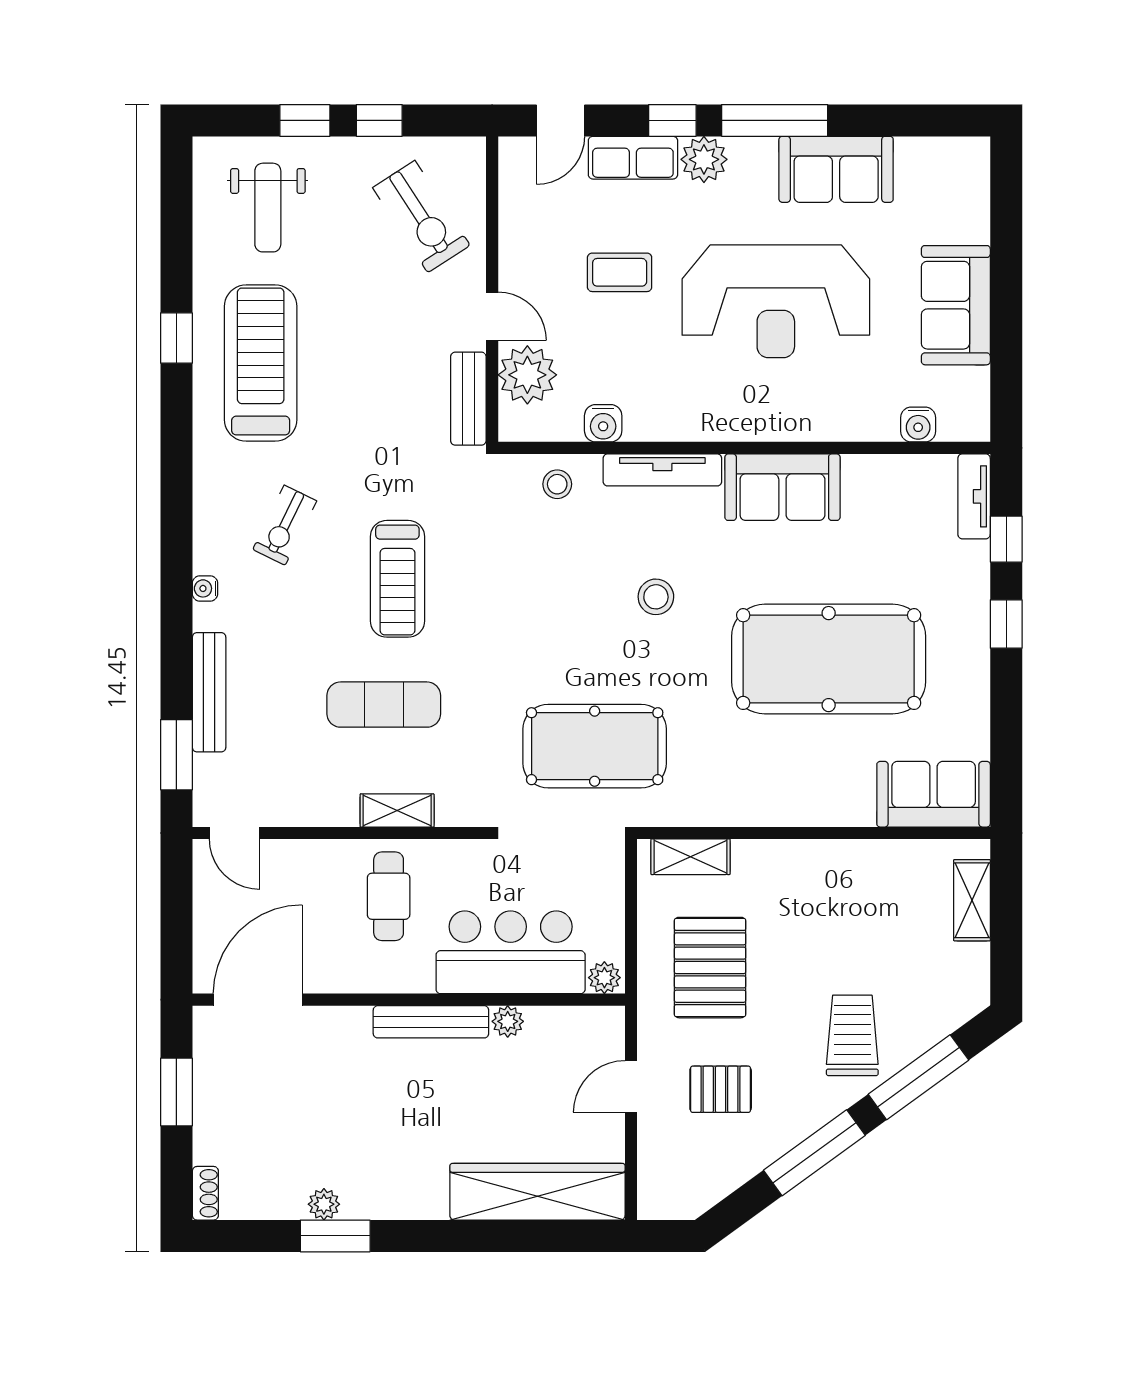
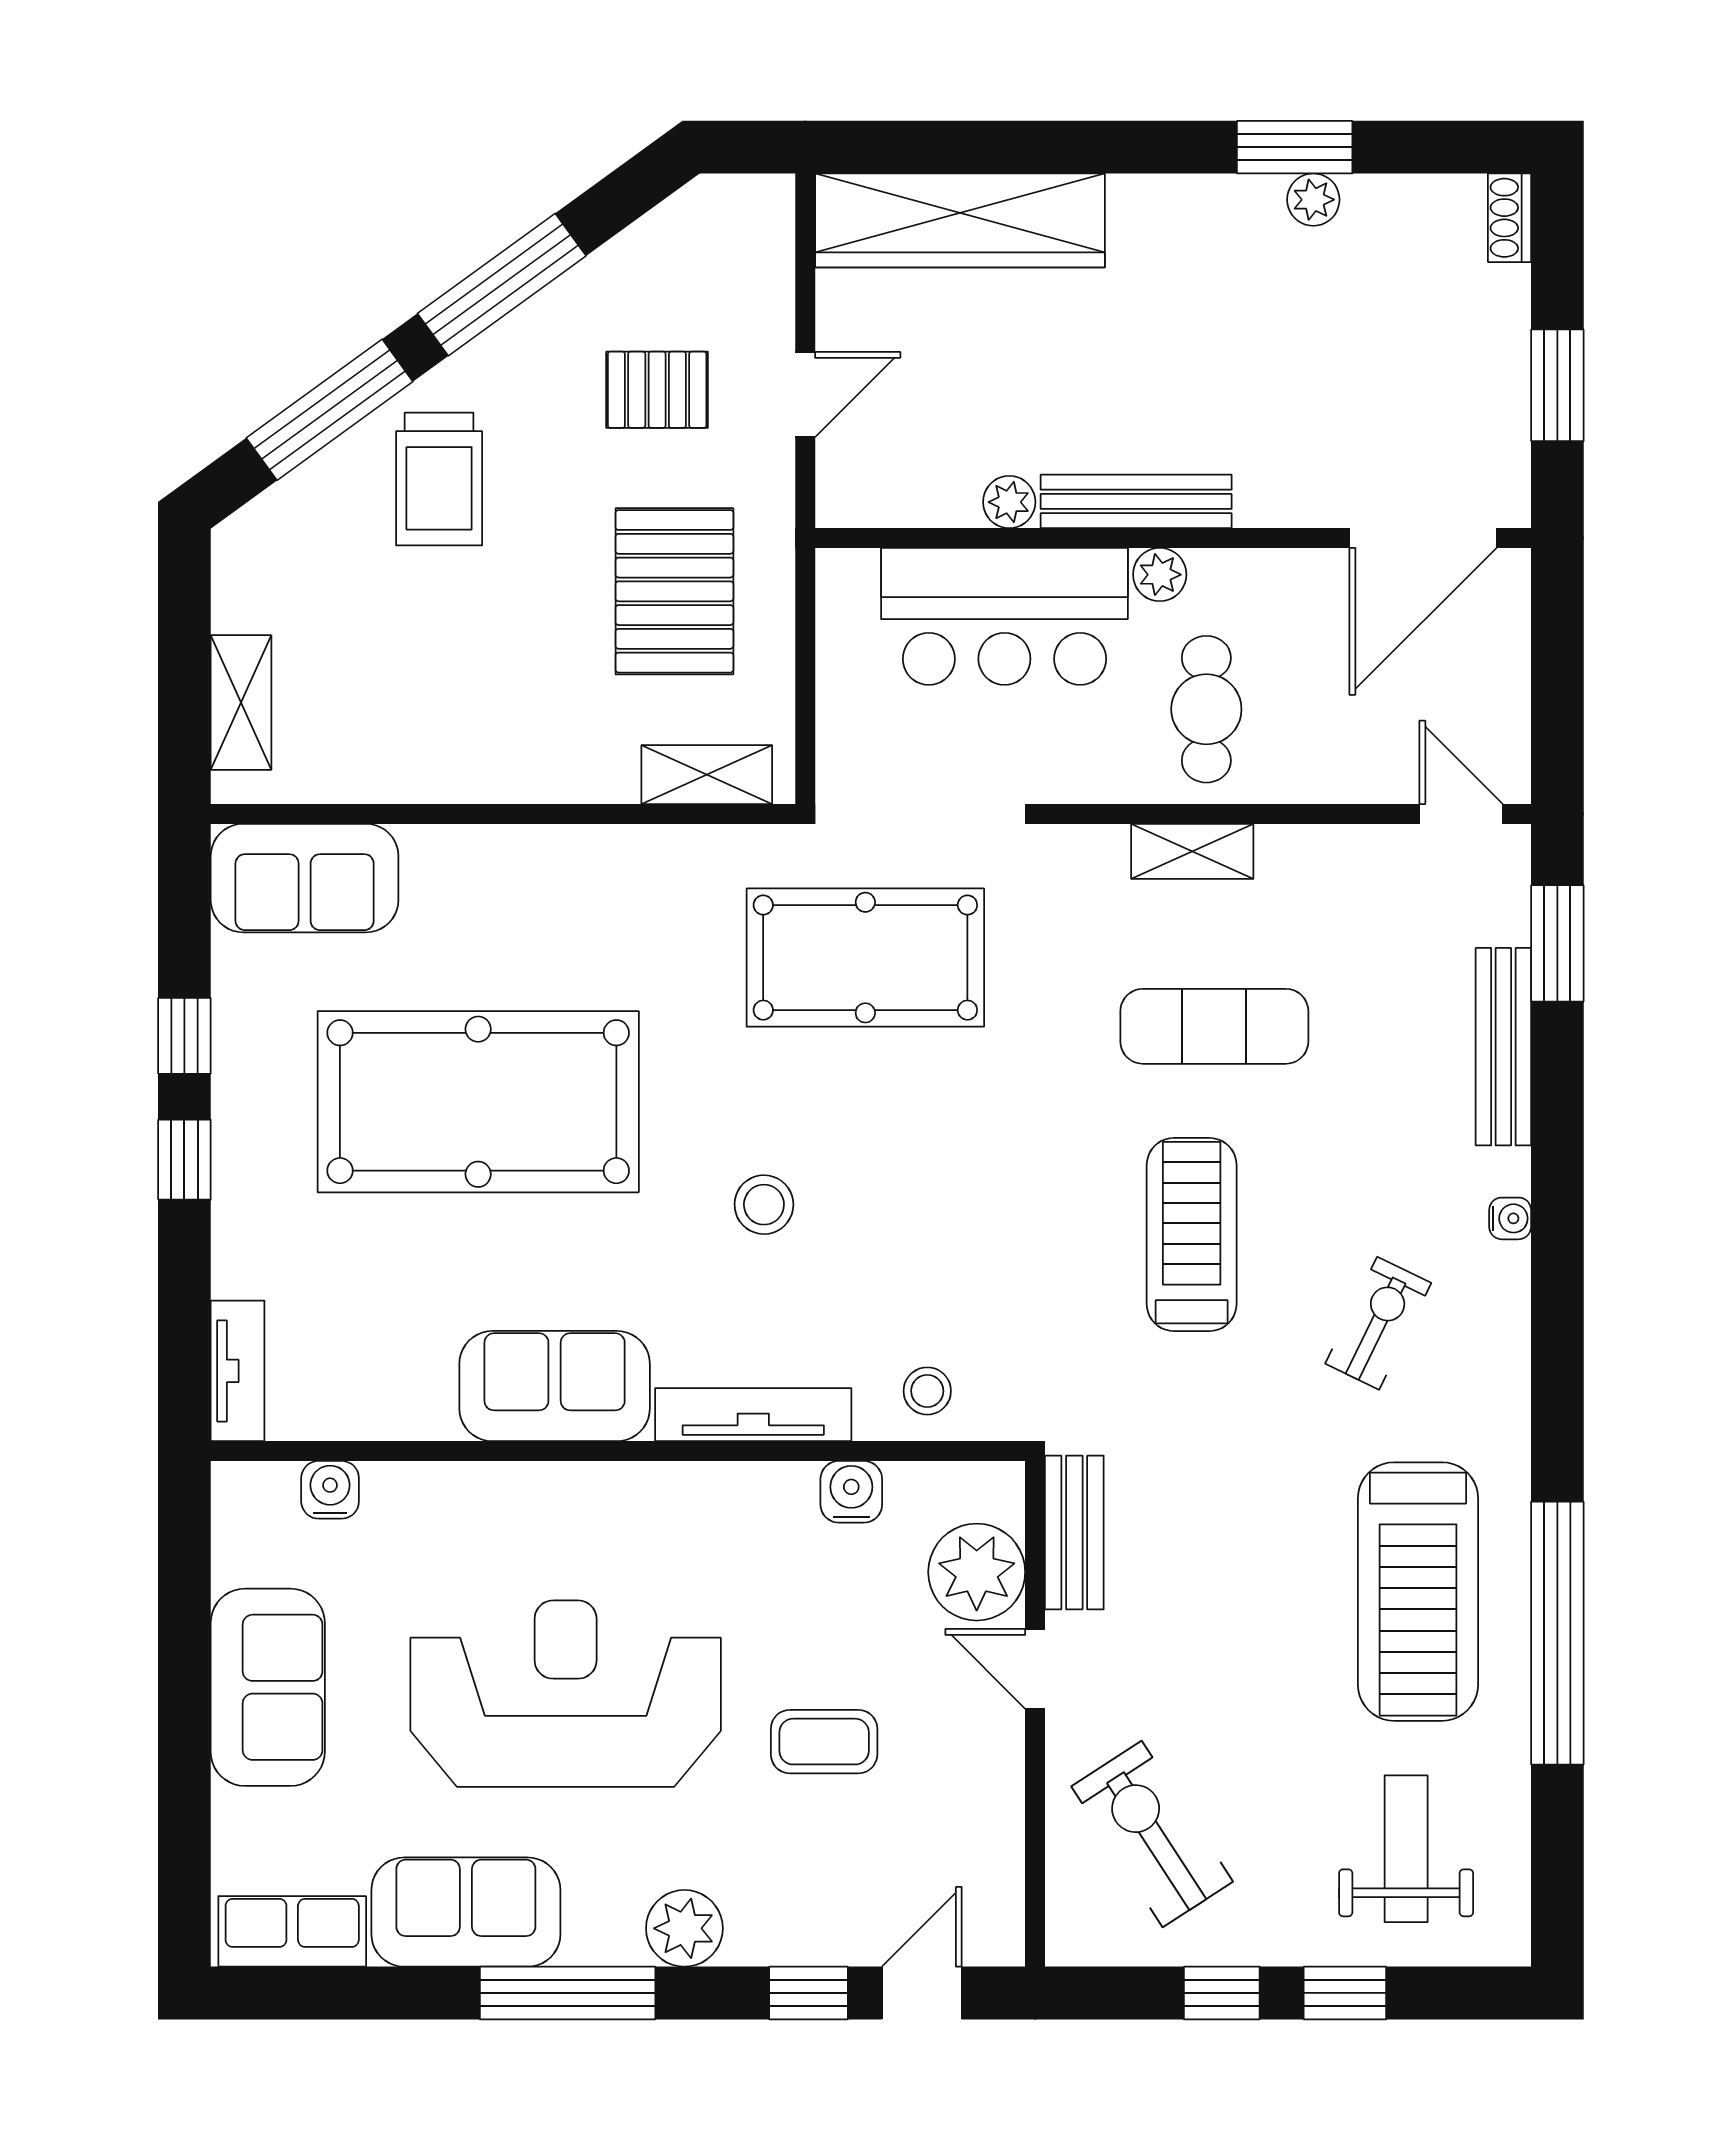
window: (672, 120) -> (808, 1993), moved
row of seats: (633, 158) -> (292, 1931), moved
window: (176, 338) -> (1557, 1633), width x3.17
window: (1006, 539) -> (184, 1036), moved
plant: (604, 978) -> (1160, 575), moved

